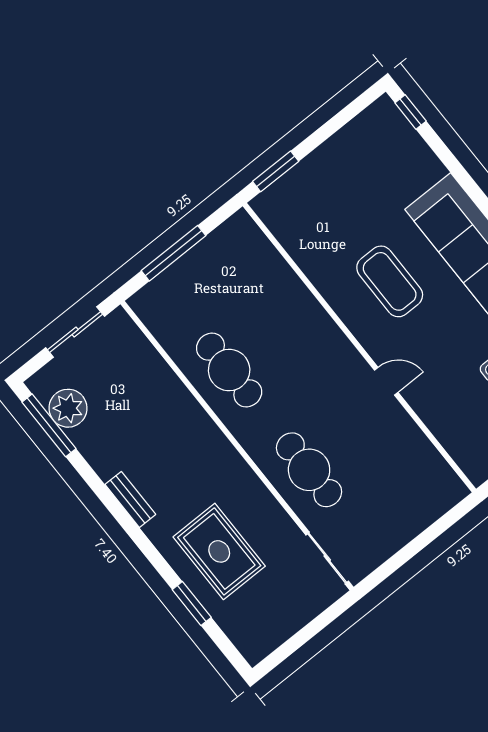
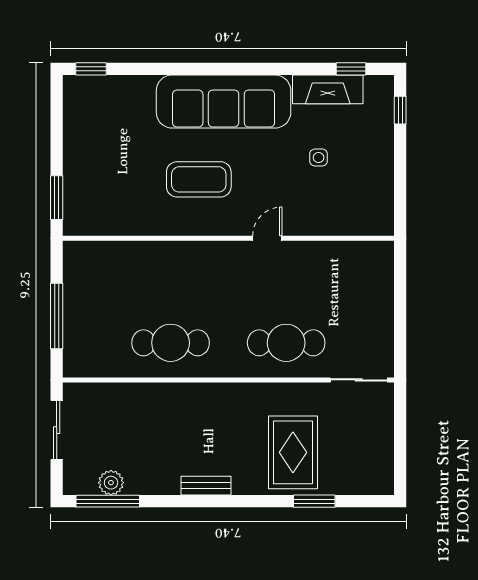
plant: (68, 408) -> (111, 483), width x0.73, depth x0.73
rug: (219, 551) -> (293, 452), turned 90

